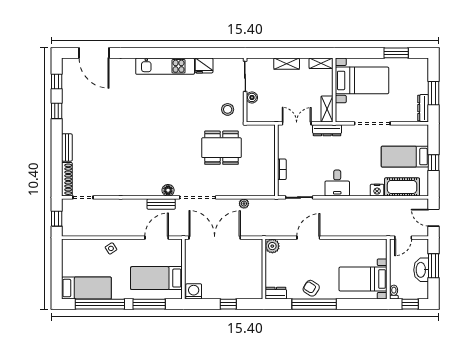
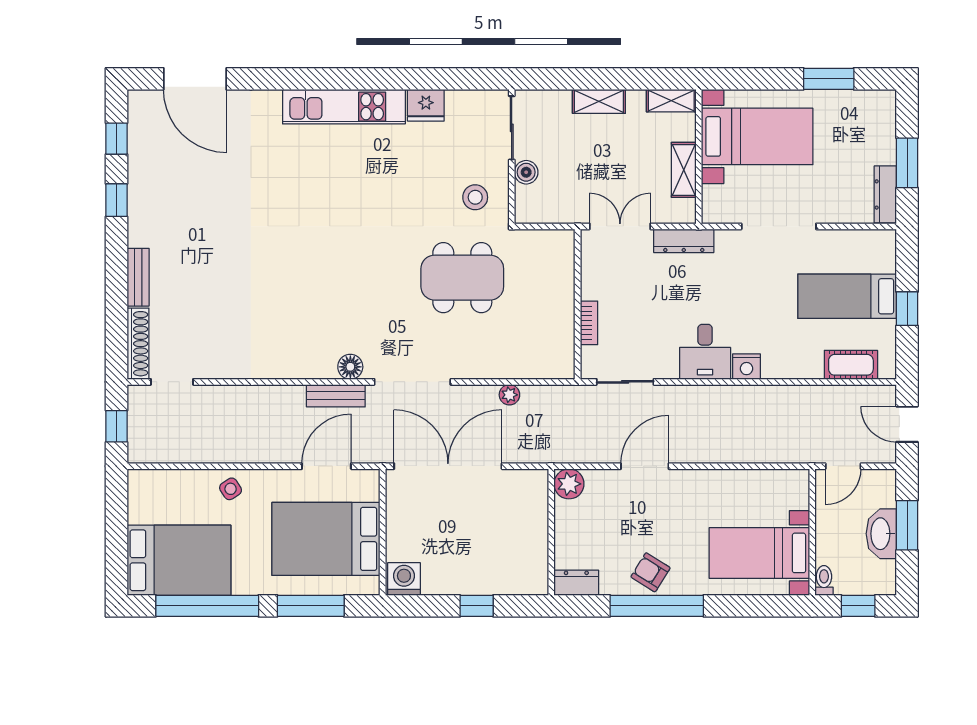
shelving: (327, 109) -> (684, 170), moved
cot: (402, 187) -> (851, 365), width x0.73, depth x0.75
nightstand: (377, 190) -> (746, 367), moved
bed: (156, 278) -> (326, 539), width x1.50
bed: (86, 288) -> (179, 560), width x1.50

